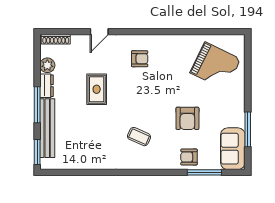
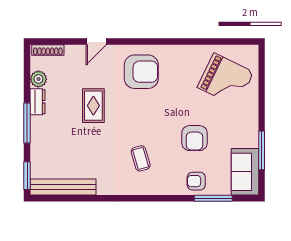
armchair: (140, 59) -> (141, 72), width x1.88, depth x1.88
bench: (47, 128) -> (63, 187), moved, turned 90
coffee table: (139, 137) -> (141, 158), turned 50

